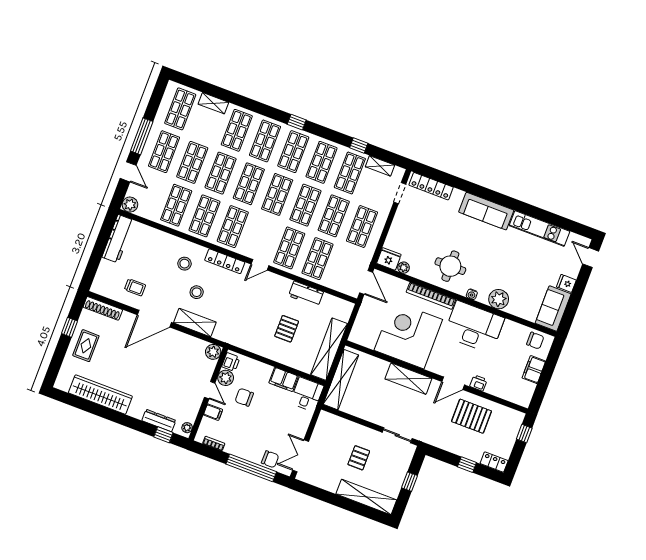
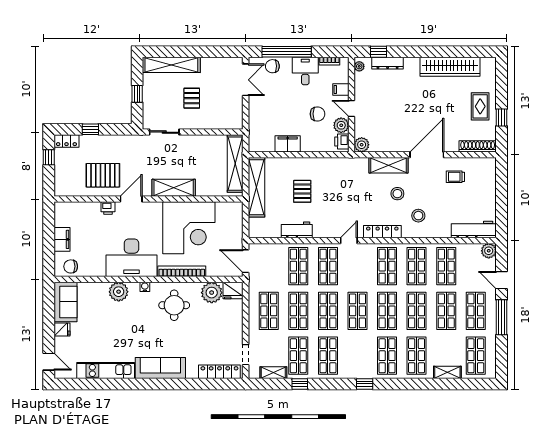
shop shelf: (293, 152) -> (357, 356), removed
workbench: (118, 239) -> (474, 229), moved, turned 90
plant: (404, 268) -> (212, 293), width x1.88, depth x1.88
desk: (307, 394) -> (305, 71), moved, turned 180
window: (524, 434) -> (49, 157), moved

